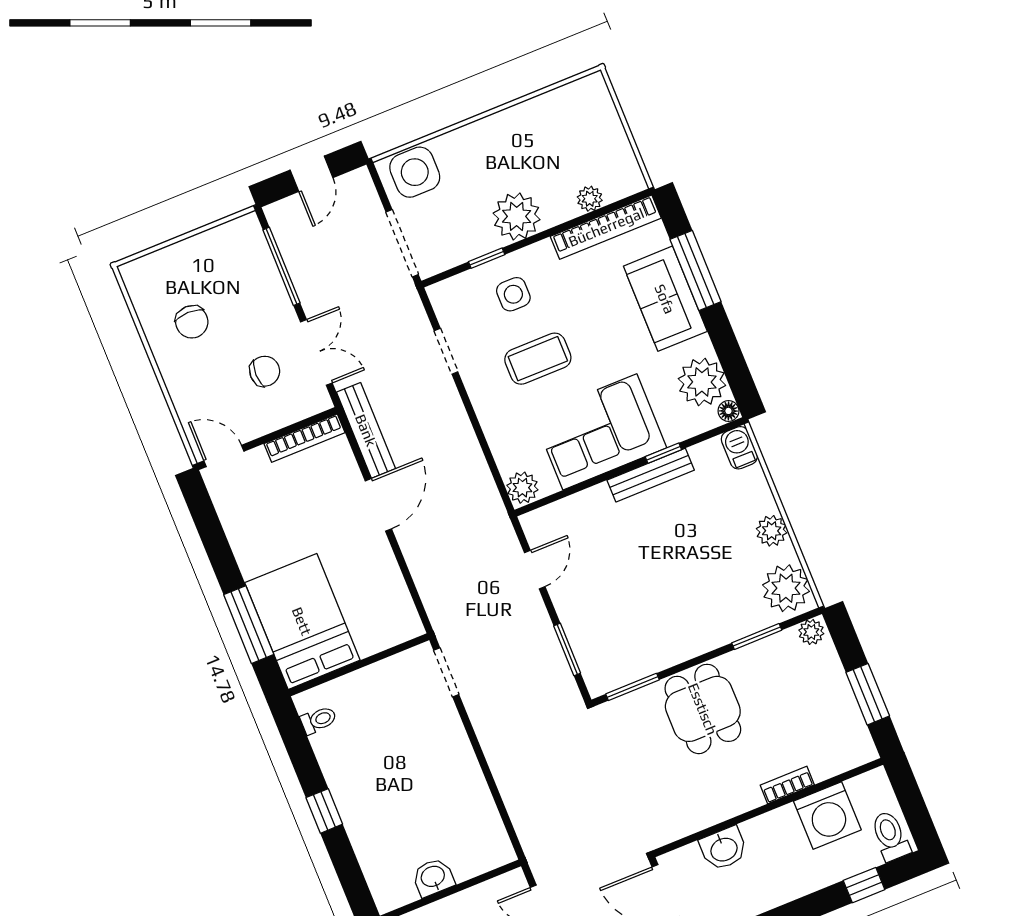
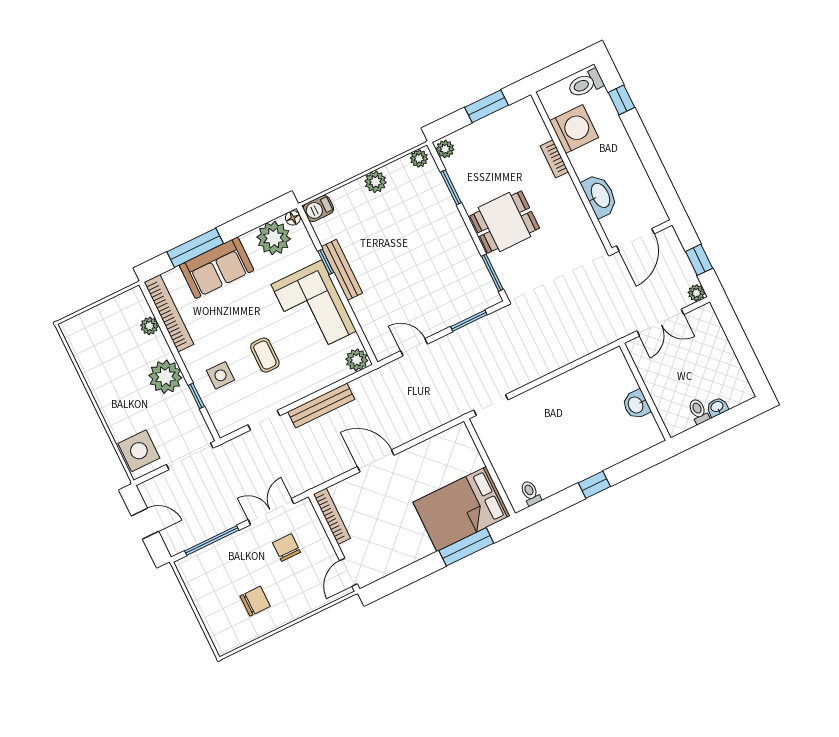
coffee table: (538, 359) -> (265, 355), width x0.73, depth x0.77
bench: (366, 430) -> (321, 405), moved
plant: (786, 588) -> (419, 158), width x0.53, depth x0.53
washbasin: (724, 849) -> (600, 196), width x1.38

